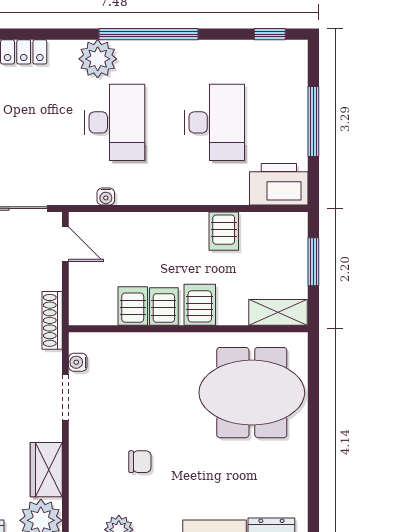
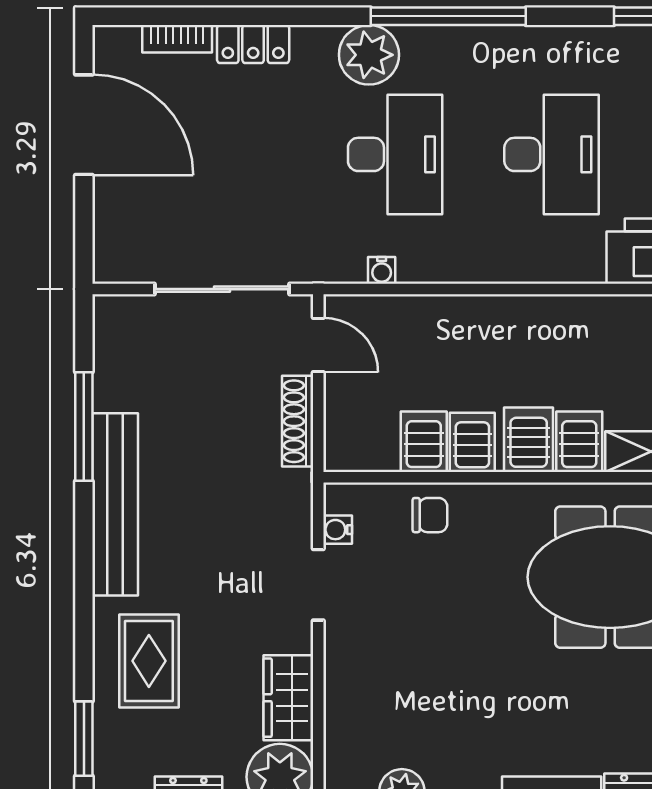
server rack: (224, 231) -> (579, 442), moved, turned 180
shoe rack: (52, 320) -> (298, 421), moved
chair: (140, 462) -> (430, 515), moved

